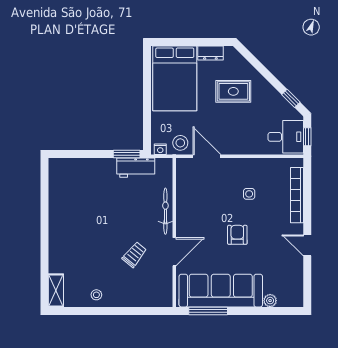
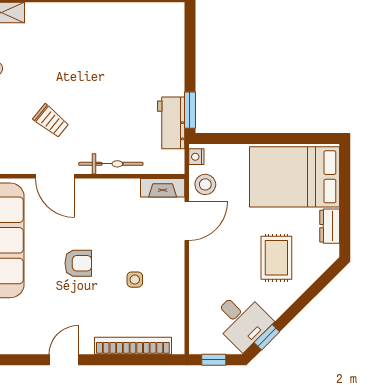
desk: (286, 137) -> (242, 320), moved, turned -45
fireplace: (183, 174) -> (163, 188), added

